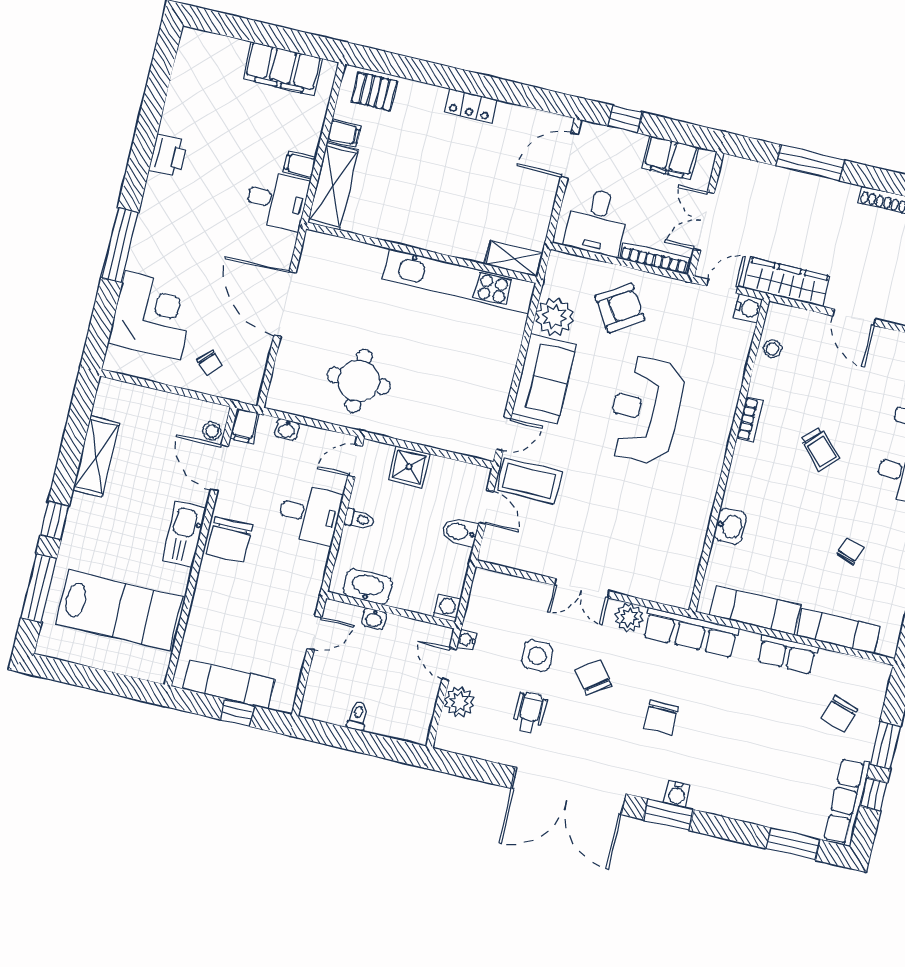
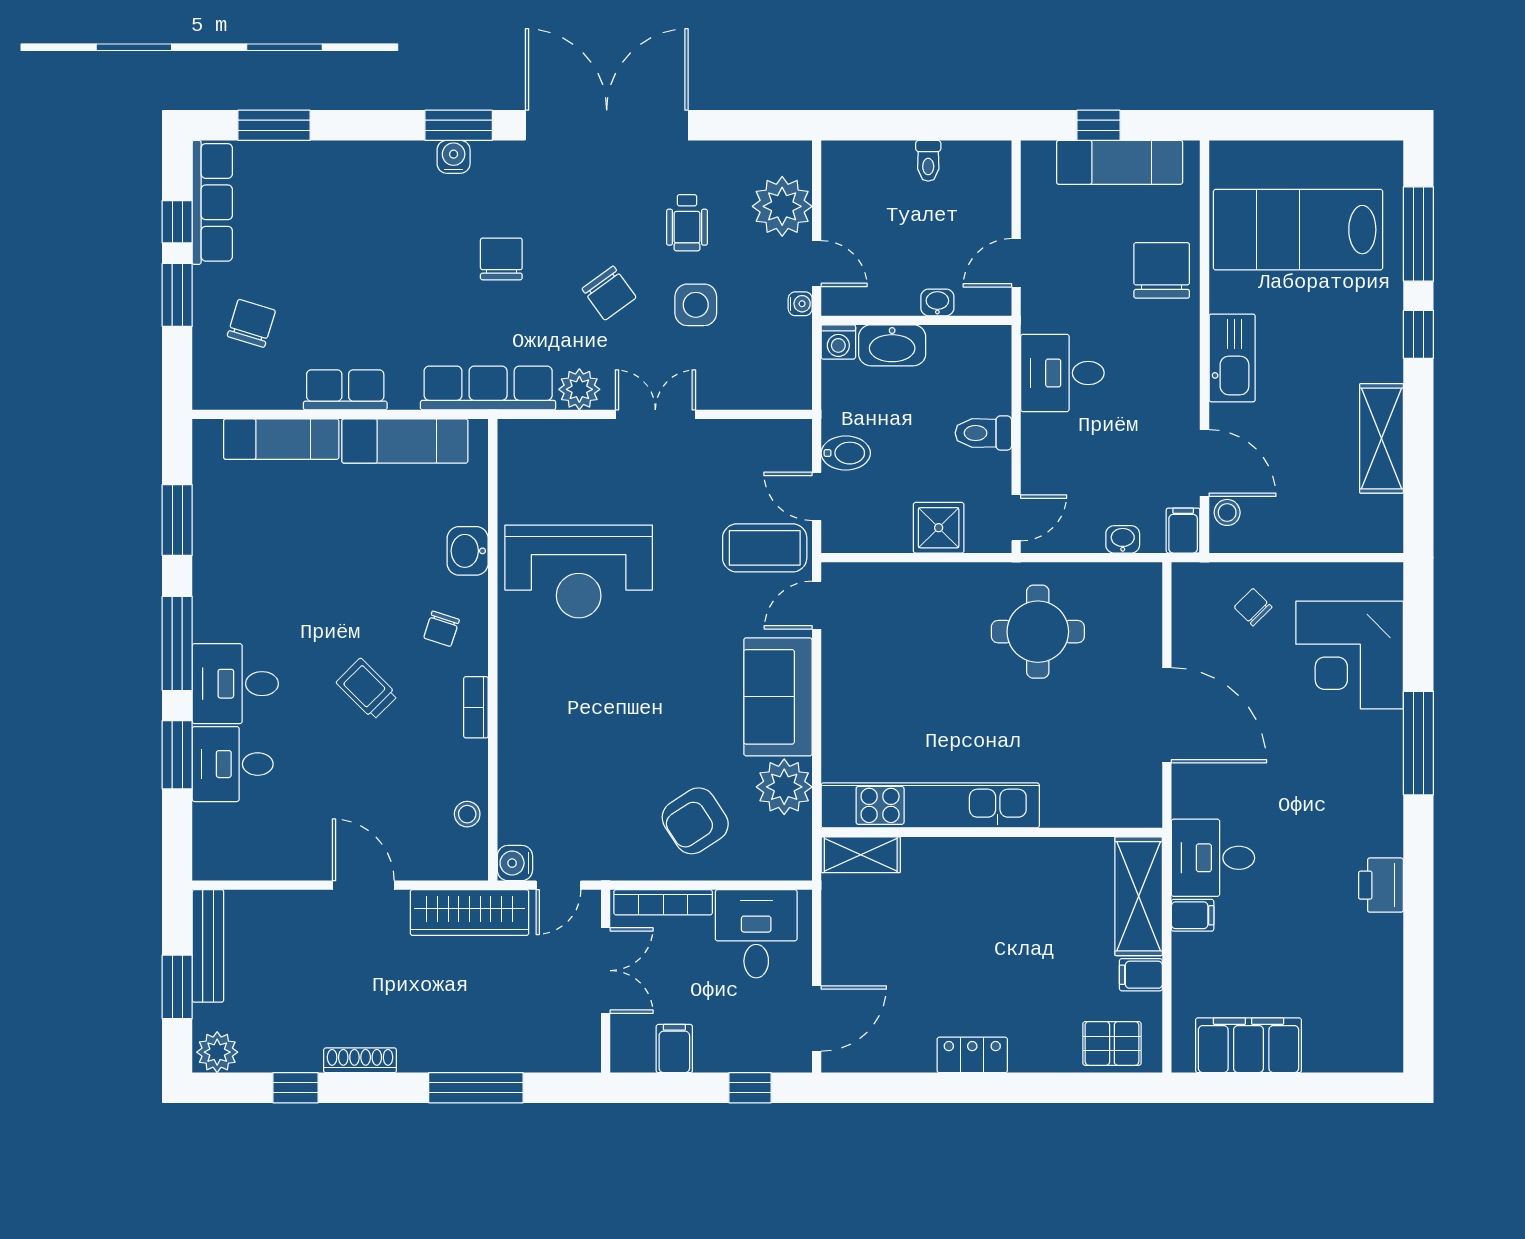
filing cabinet: (670, 158) -> (674, 1049), width x0.50
reception desk: (645, 410) -> (579, 571), moved, turned 90
desk: (310, 514) -> (1062, 373), moved
toilet: (359, 519) -> (983, 433), width x1.37, depth x1.39
chair: (230, 540) -> (1162, 270), moved
chair: (850, 551) -> (442, 629), moved
washbasin: (367, 587) -> (892, 345), moved
plant: (459, 702) -> (782, 206), width x1.36, depth x1.36

